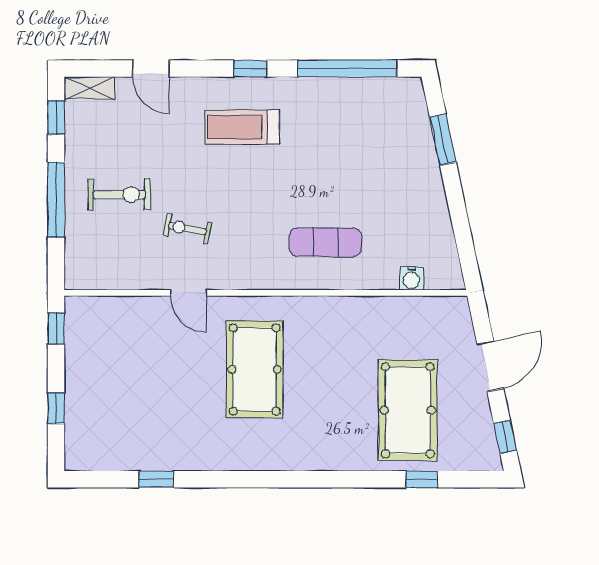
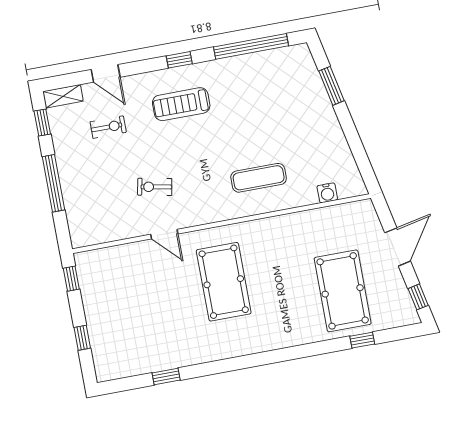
exercise bike: (119, 195) -> (108, 127), moved, width x0.73, depth x0.72

